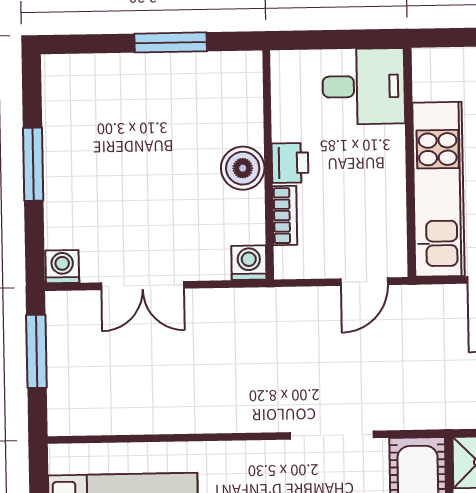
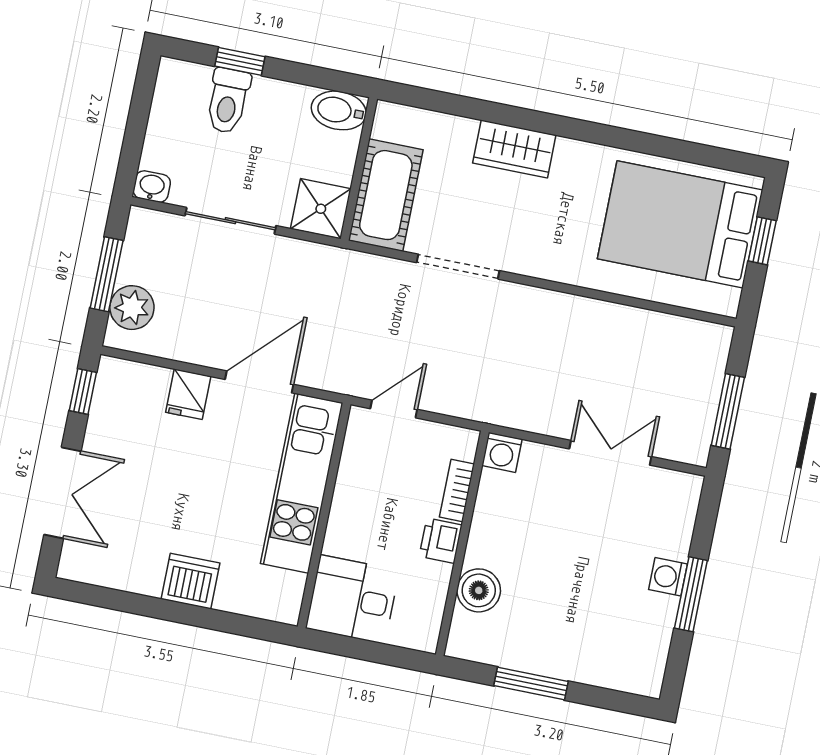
boiler: (243, 168) -> (479, 590), moved
washing machine: (62, 267) -> (668, 577), moved, turned 90

